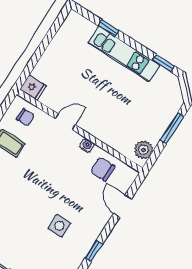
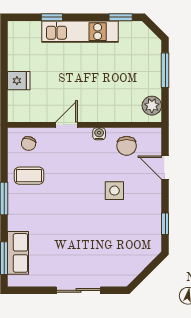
fridge: (33, 88) -> (19, 81), moved
chair: (25, 117) -> (29, 144), turned 107
chair: (103, 169) -> (127, 146), turned -90
side table: (59, 226) -> (114, 191), moved

